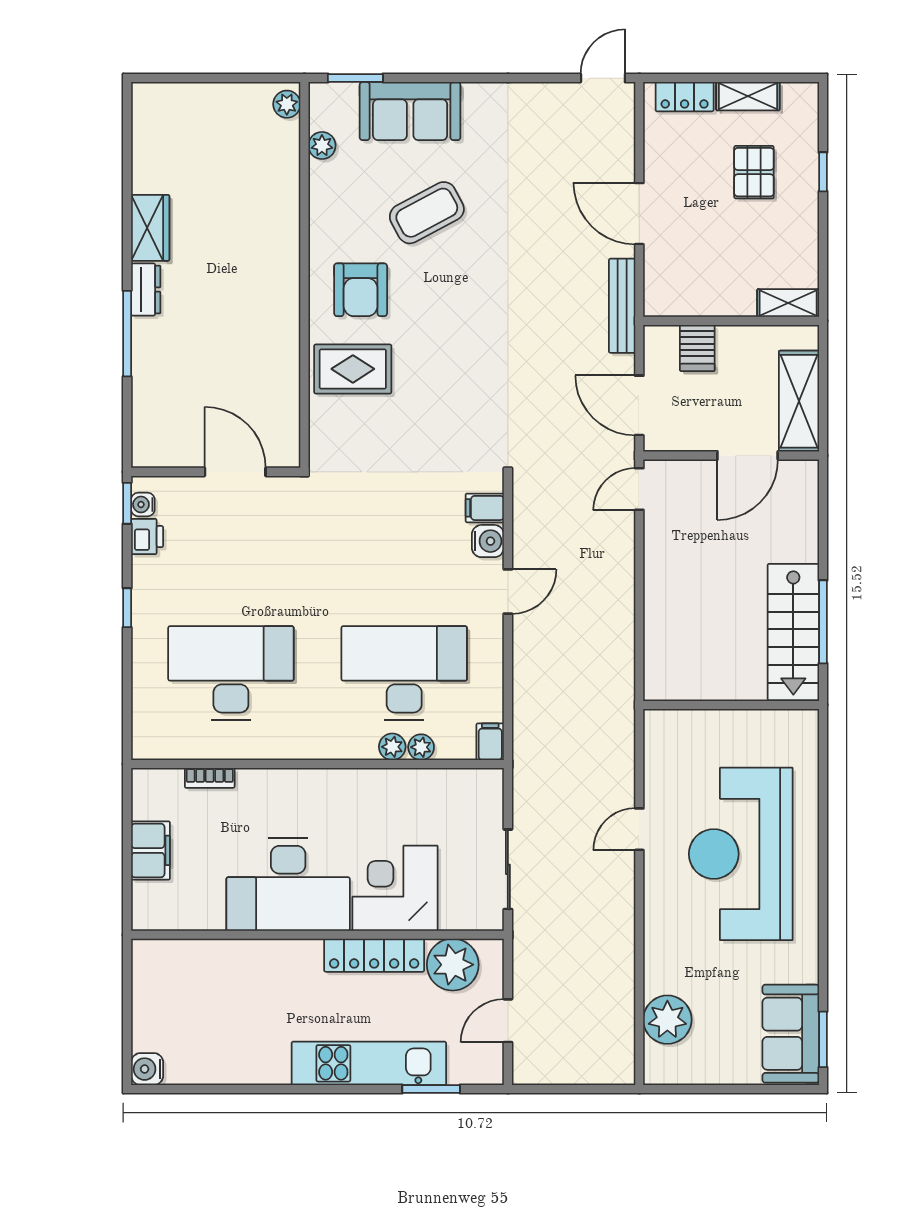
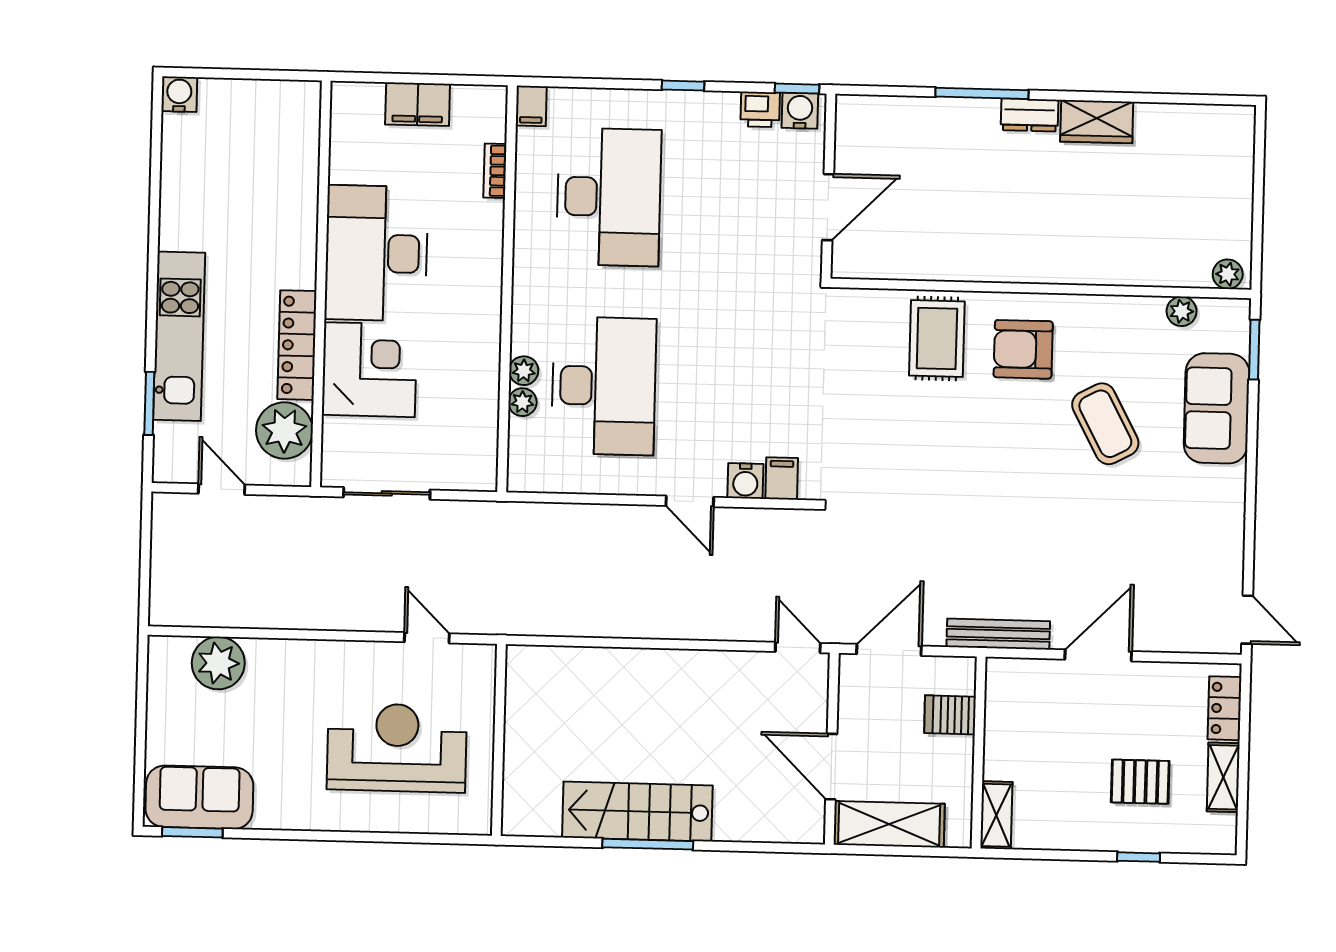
water cooler: (143, 504) -> (800, 111), width x1.38, depth x1.38
wall: (731, 705) -> (499, 740), moved
filing cabinet: (490, 742) -> (531, 106), moved, turned 90
reception desk: (741, 854) -> (397, 748), width x0.74, depth x0.77

